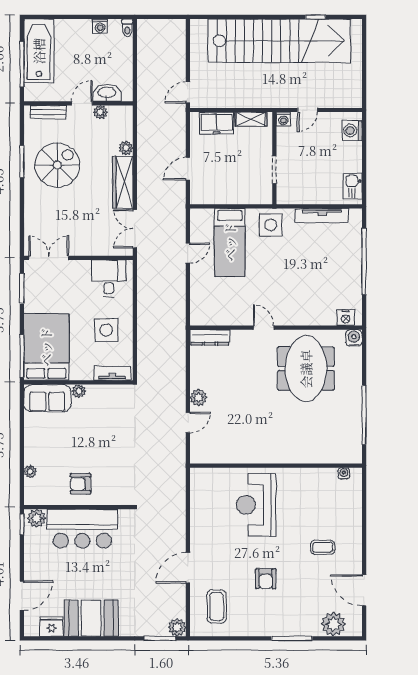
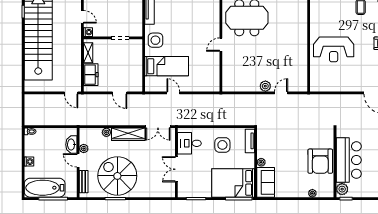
washing machine: (100, 26) -> (29, 162), moved
spiral stairs: (57, 165) -> (117, 176), width x1.37, depth x1.37
double door: (49, 258) -> (176, 169), moved
dresser: (210, 337) -> (227, 79), removed
door: (188, 423) -> (281, 93), hinge flipped
armchair: (81, 484) -> (320, 161), width x1.88, depth x1.88

